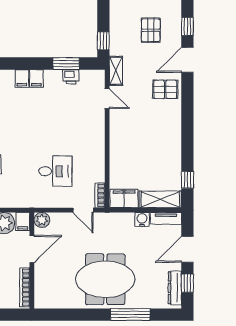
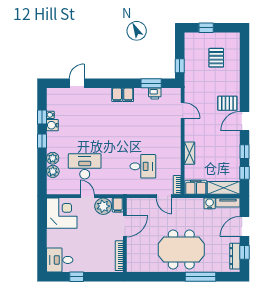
window: (187, 27) -> (245, 152), moved
door: (187, 60) -> (245, 121), moved
shelving: (116, 71) -> (189, 153), moved
plant: (42, 220) -> (132, 204), removed

